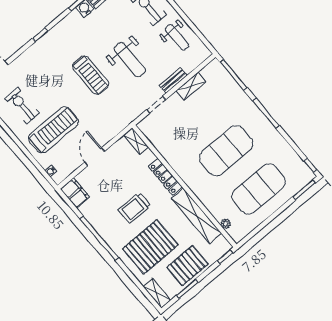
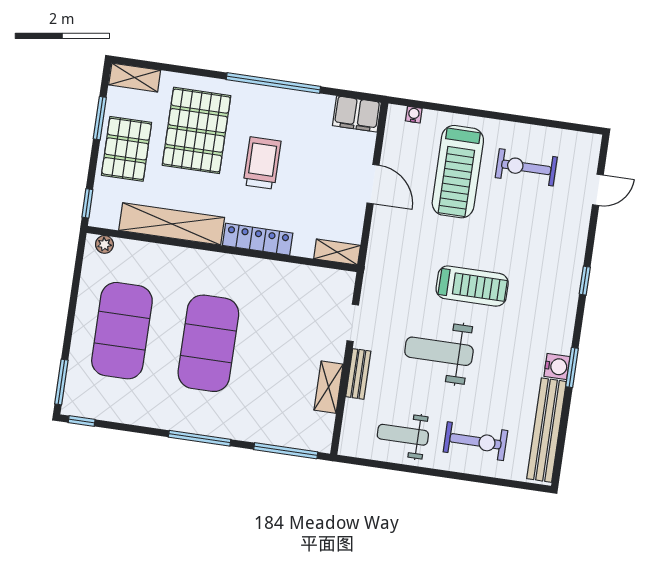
treadmill: (91, 75) -> (472, 286), turned 180
exercise bike: (22, 106) -> (526, 167), turned 180
plant: (226, 224) -> (104, 244), moved

